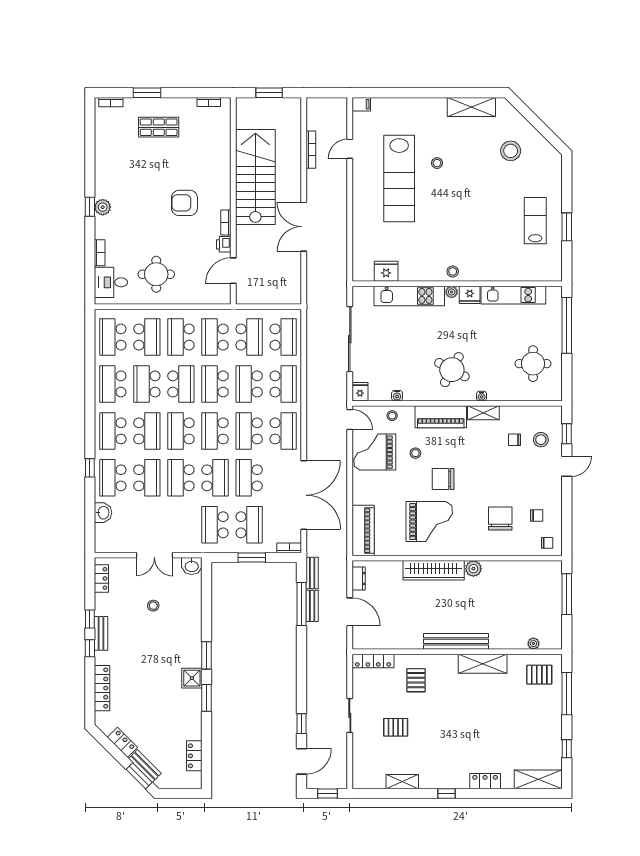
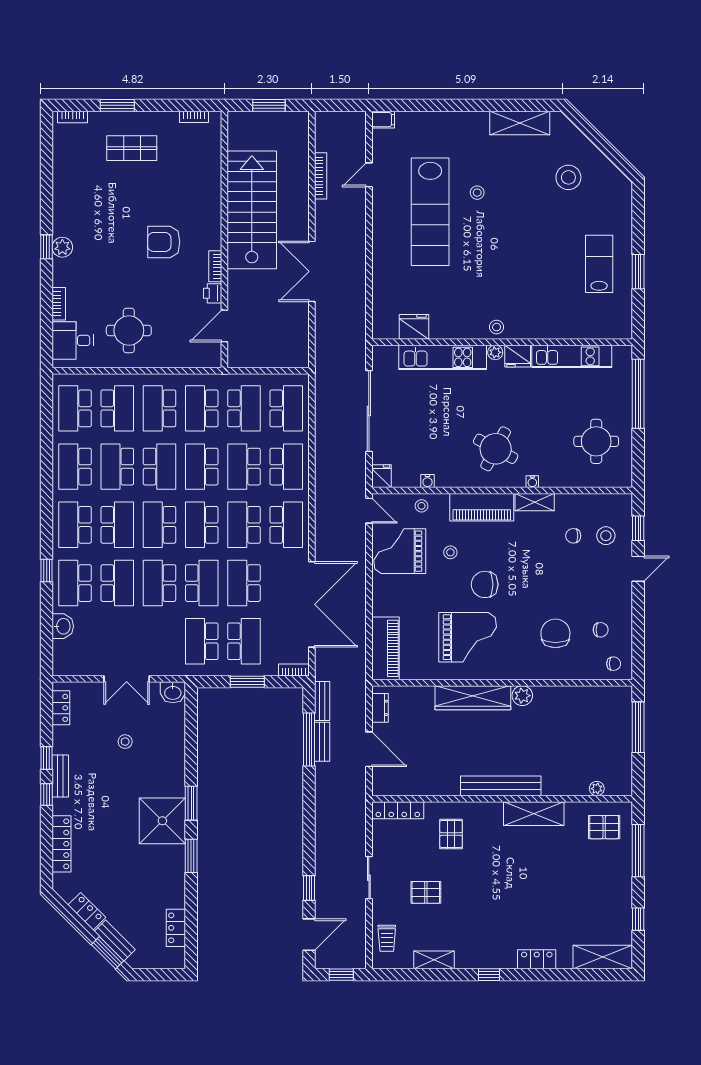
shower: (192, 678) -> (162, 821), width x1.86, depth x1.86
trolley: (364, 764) -> (387, 938), added

